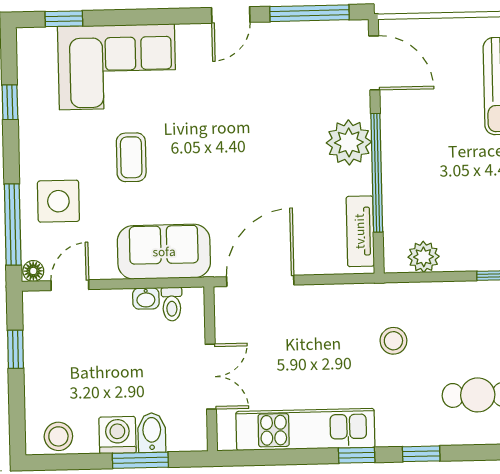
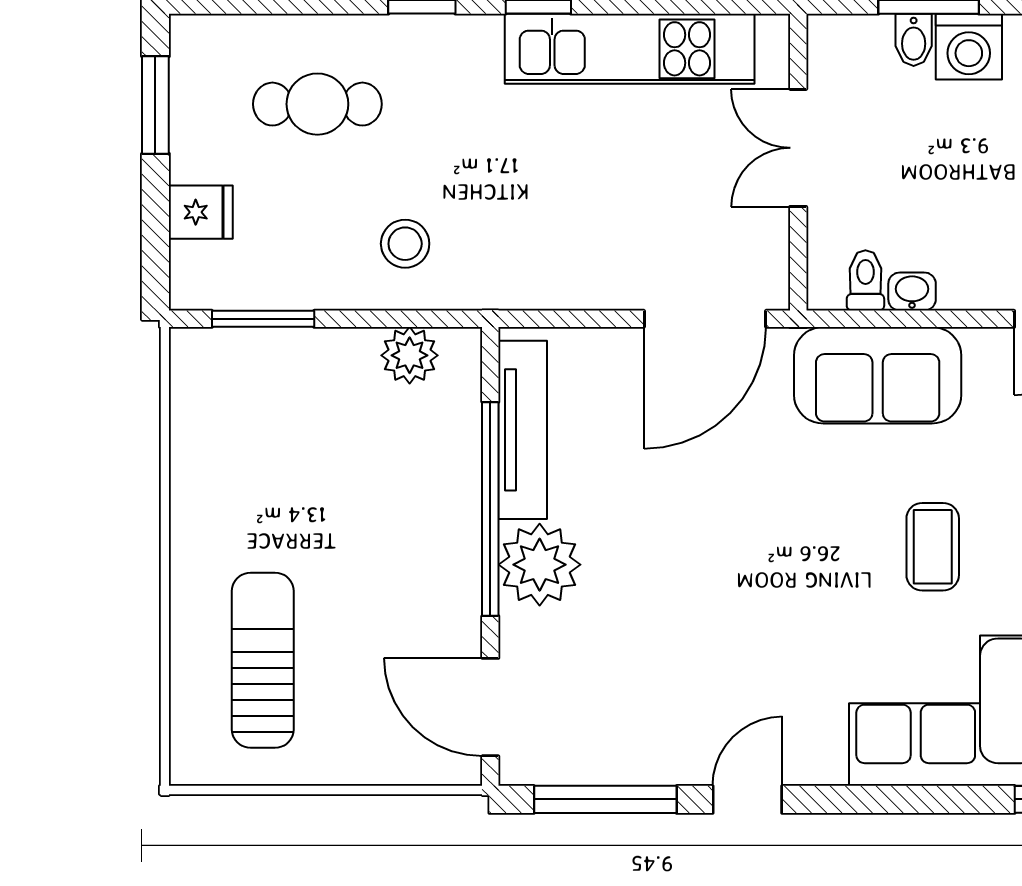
tv unit: (360, 231) -> (523, 430), width x1.41
stool: (393, 341) -> (405, 244), moved
bidet: (152, 433) -> (914, 40), width x0.72, depth x0.74

